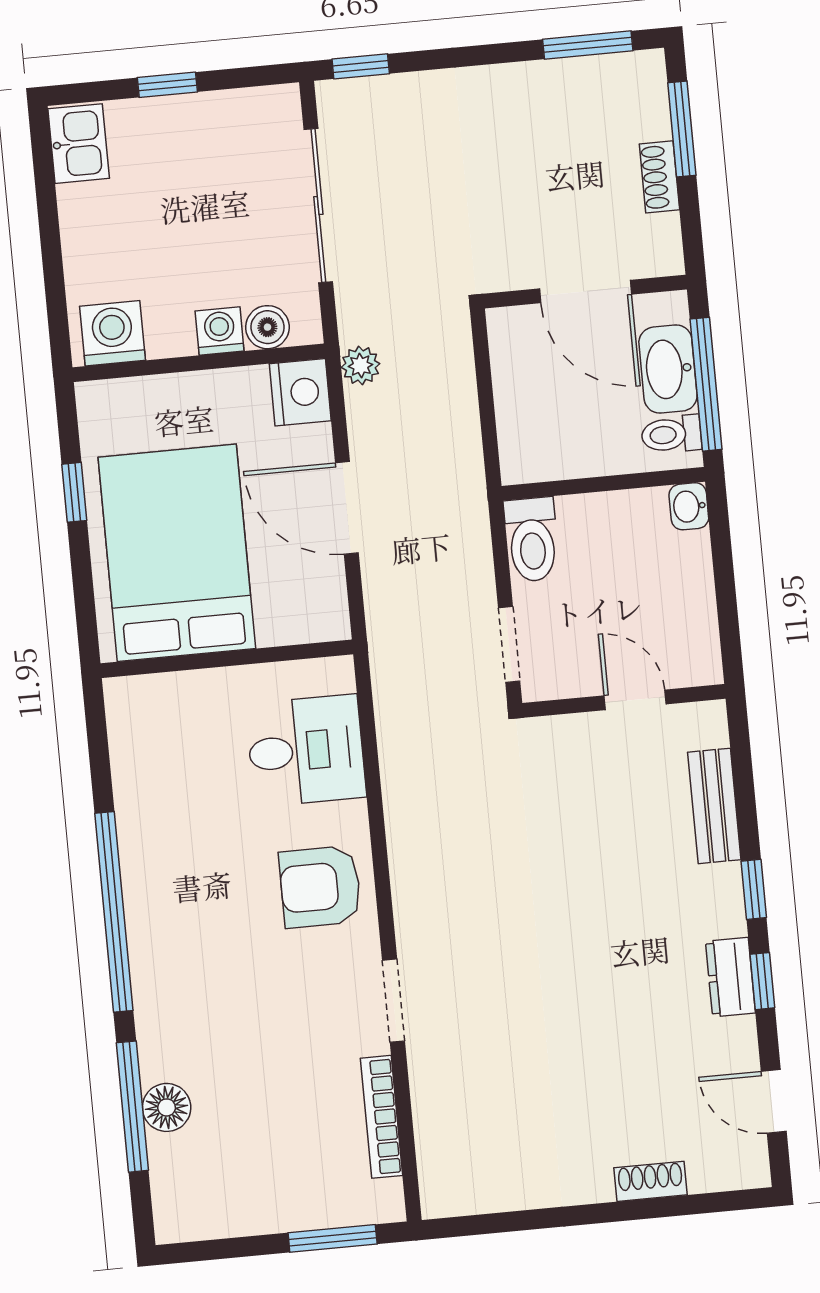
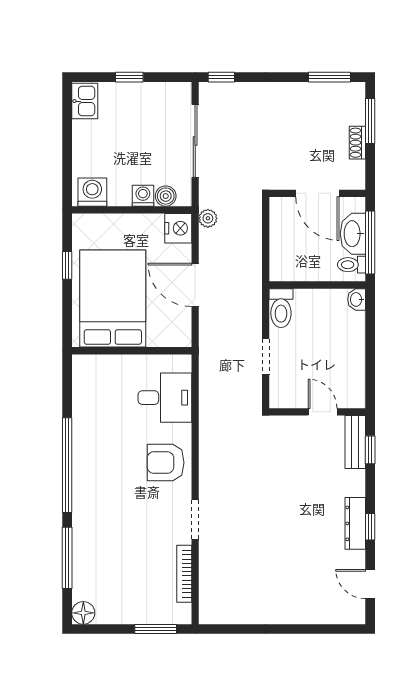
door: (635, 700) -> (323, 412), moved
wall: (624, 701) -> (317, 412), moved
window: (754, 889) -> (370, 450), moved
dresser: (730, 977) -> (355, 523), width x1.44
floor lamp: (167, 1107) -> (83, 613), moved
shoe rack: (650, 1181) -> (308, 616), removed

